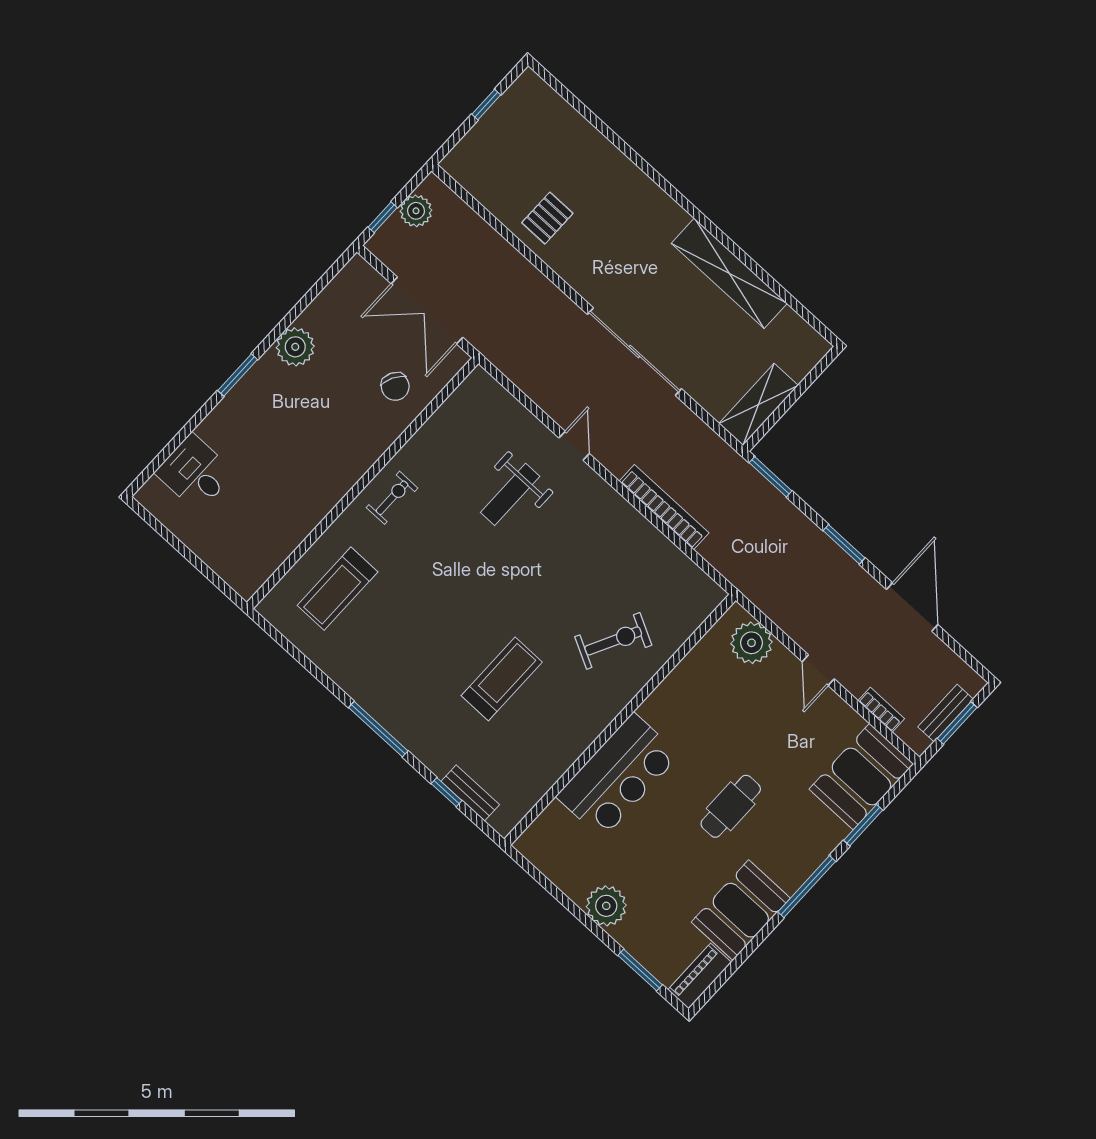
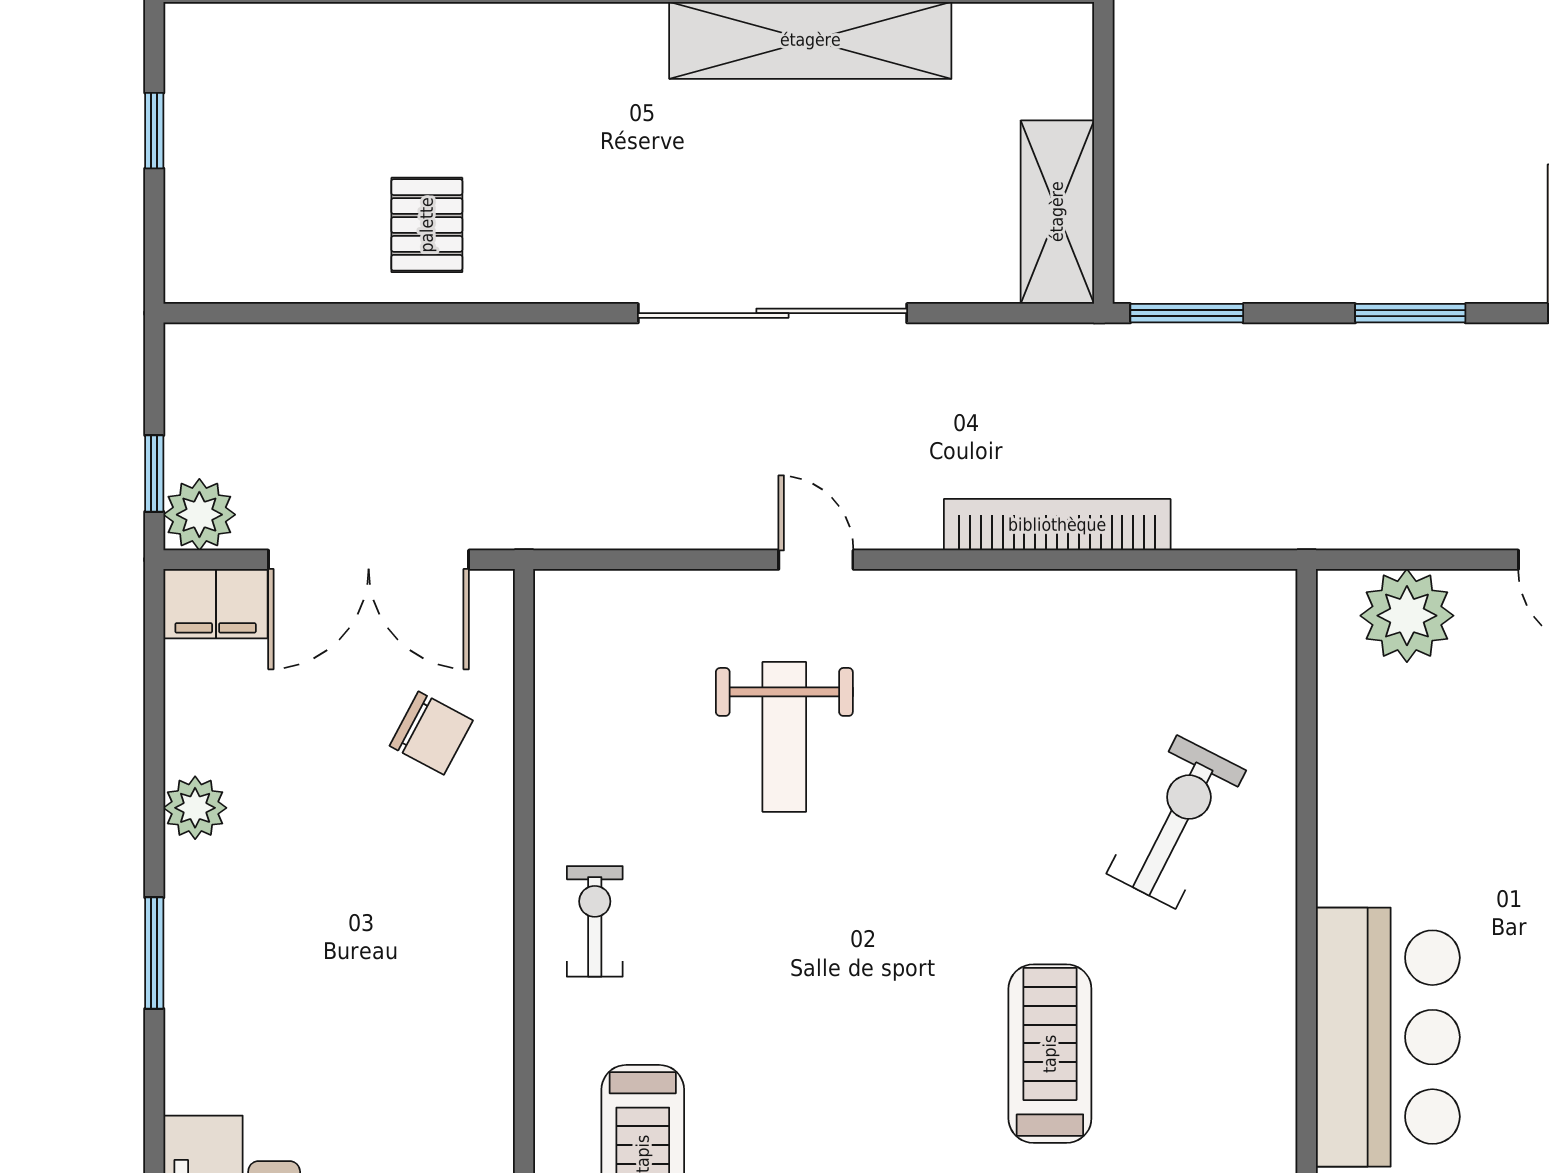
plant: (416, 211) -> (199, 515), moved
filing cabinet: (363, 279) -> (216, 604), added
plant: (295, 347) -> (195, 808), width x0.73, depth x0.73

